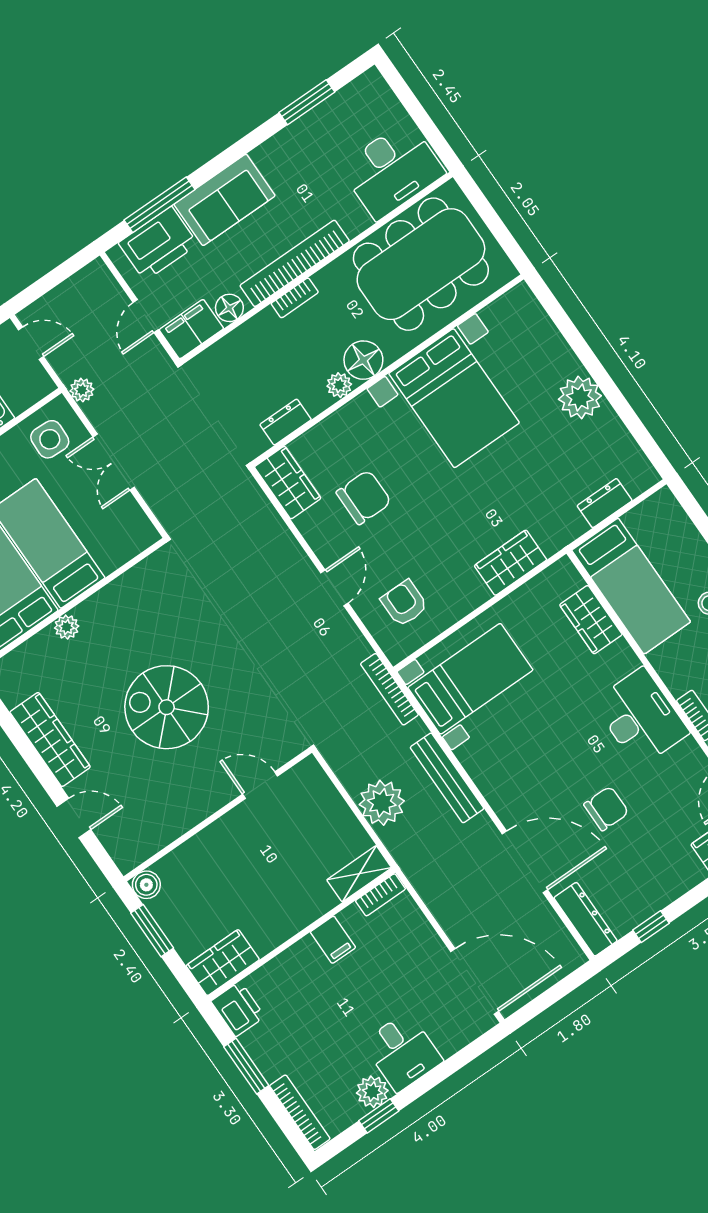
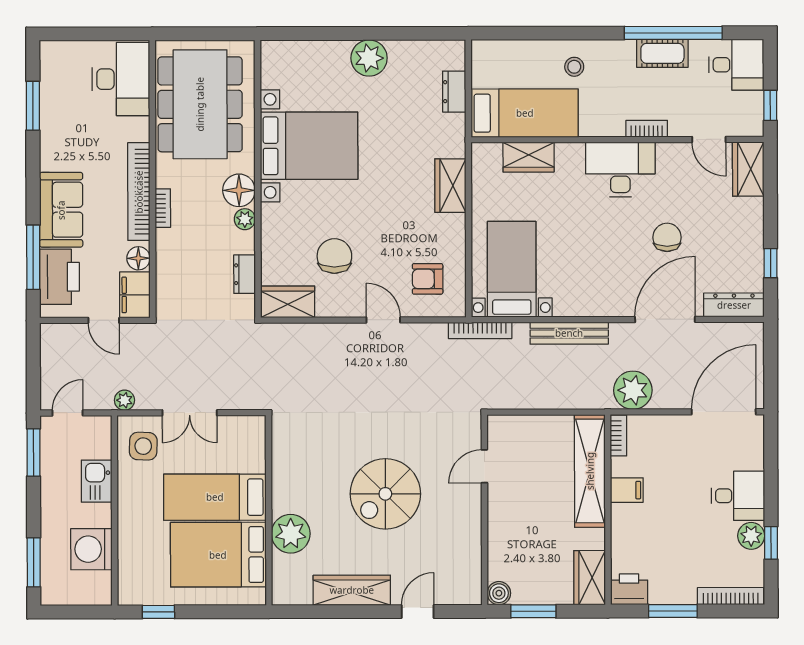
plant: (67, 627) -> (291, 534), width x1.87, depth x1.87
plant: (382, 803) -> (633, 390), moved
shelving: (359, 874) -> (590, 471), width x2.20, depth x1.33

